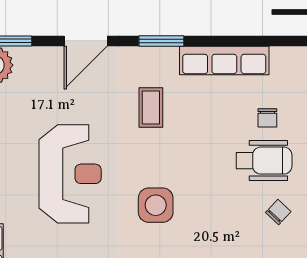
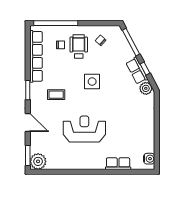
row of seats: (224, 61) -> (36, 56), width x1.36
side table: (156, 205) -> (92, 82), moved

